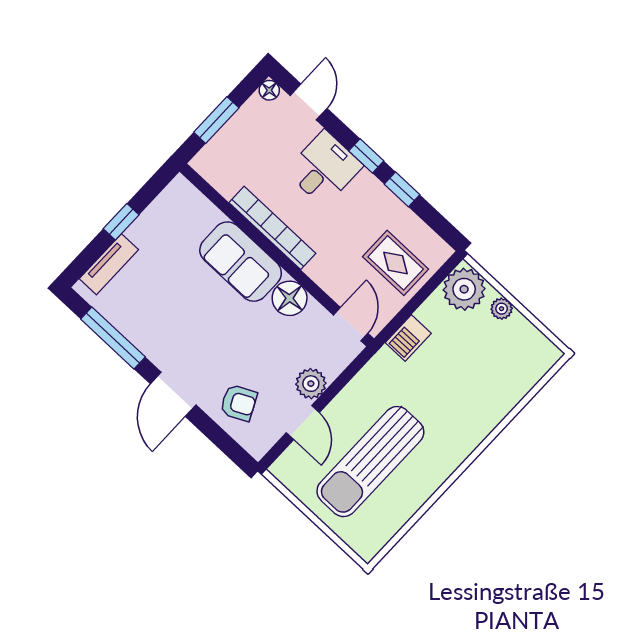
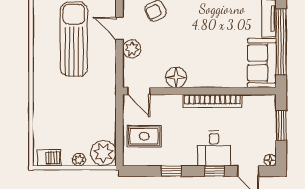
window: (366, 156) -> (215, 171), moved
window: (121, 222) -> (281, 42), width x3.17
sofa: (241, 262) -> (262, 63), moved, turned -90
barbecue: (408, 338) -> (49, 158), moved, turned 90

